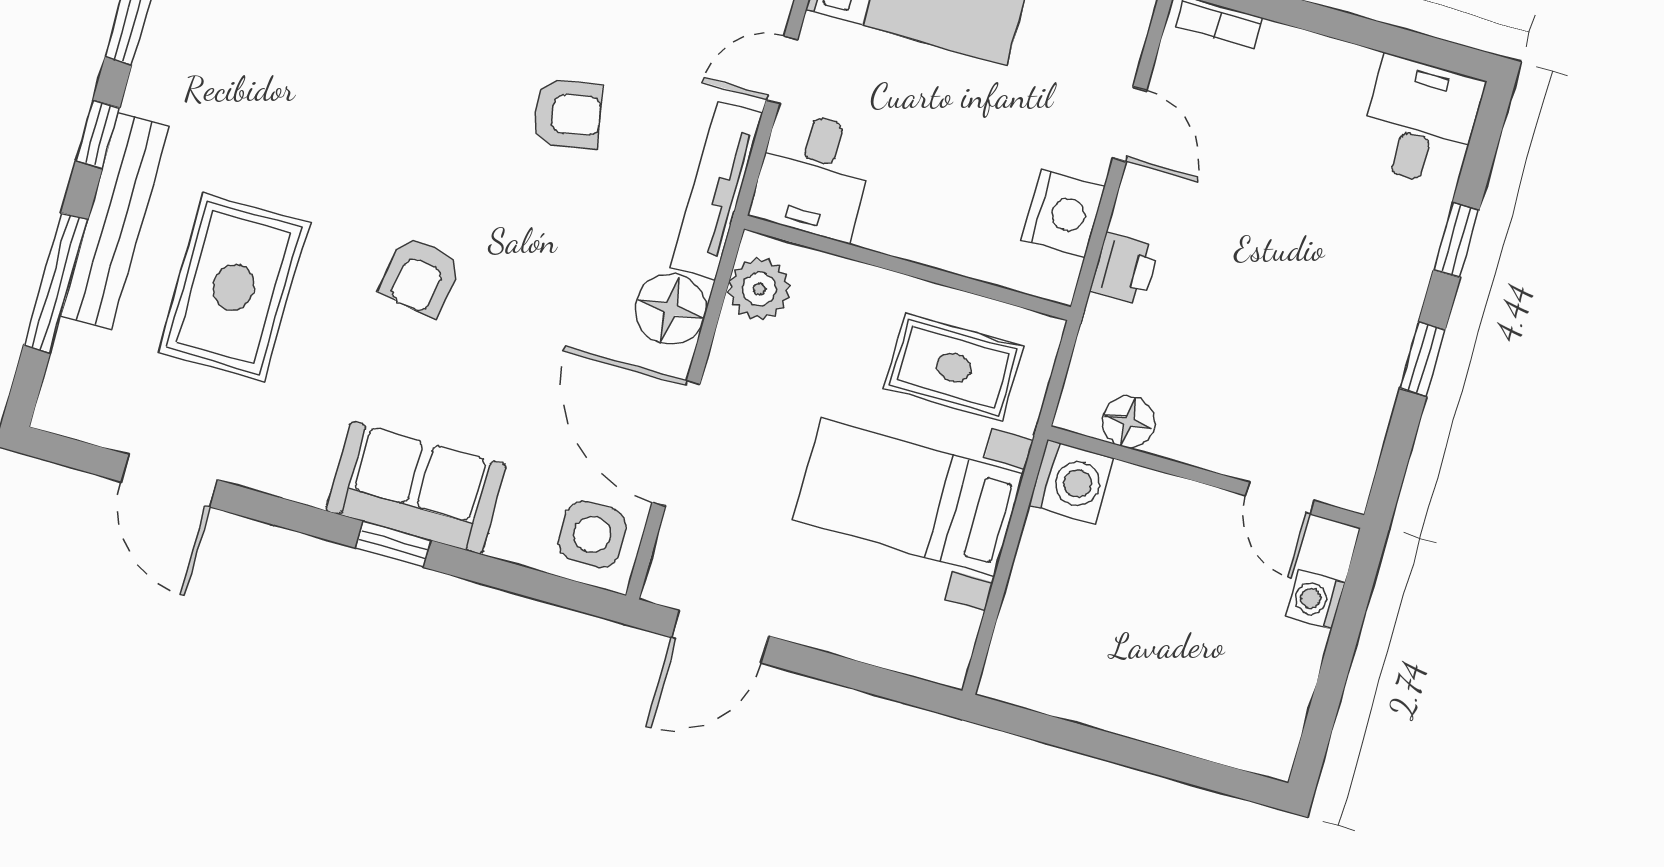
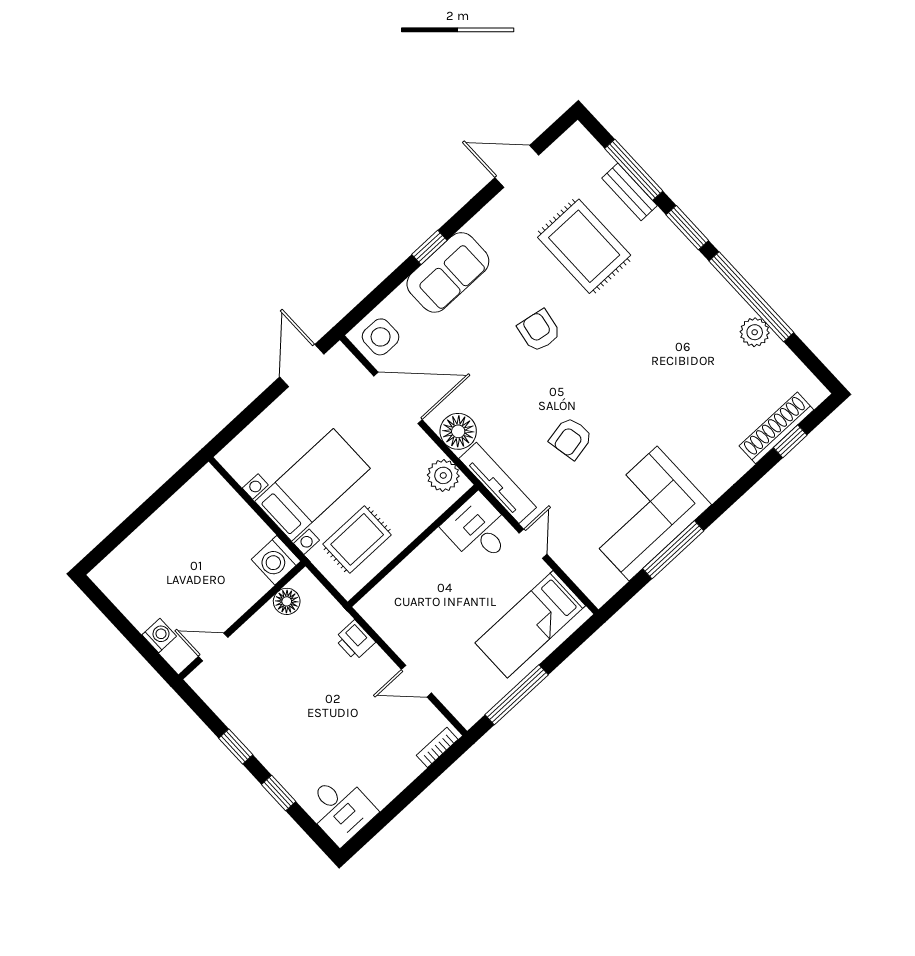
window: (98, 134) -> (687, 228), width x1.50
nightstand: (1063, 213) -> (395, 628), removed
bench: (115, 221) -> (629, 192), width x0.54, depth x0.82

